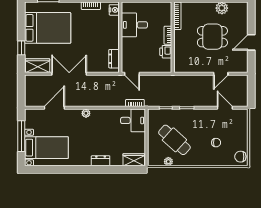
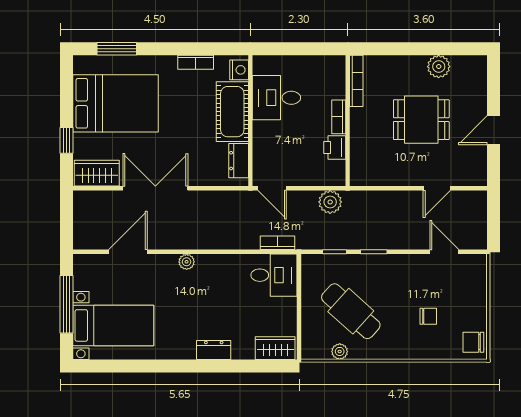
cot: (111, 32) -> (232, 112), added
plant: (163, 81) -> (330, 202), added

